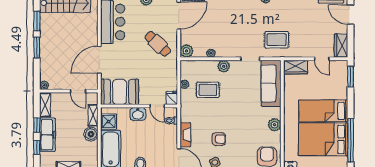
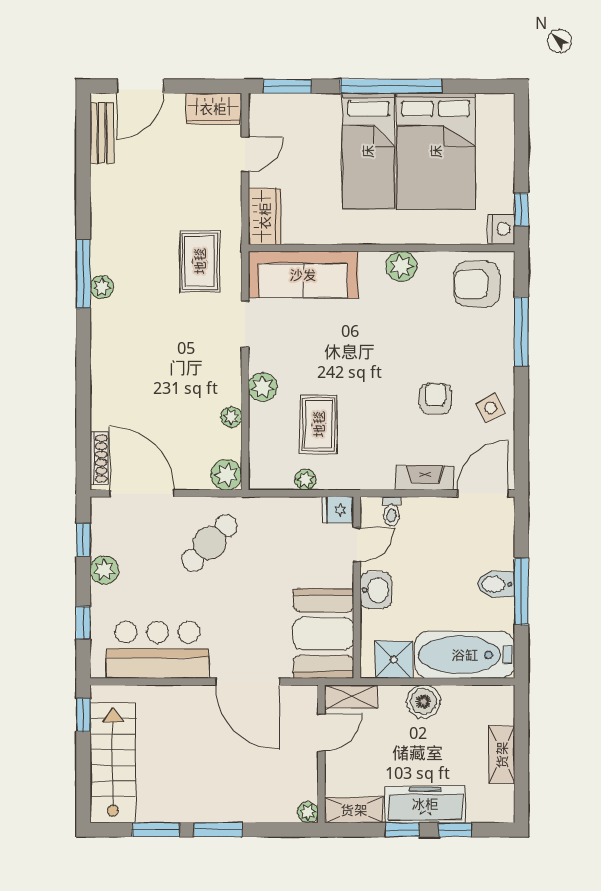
shelving: (93, 115) -> (351, 696), moved
window: (351, 140) -> (391, 86), moved

